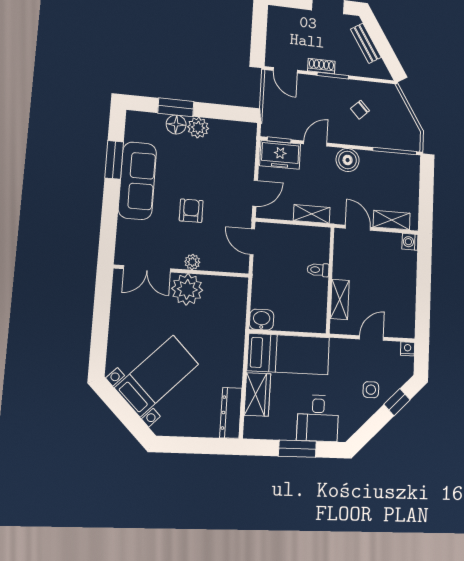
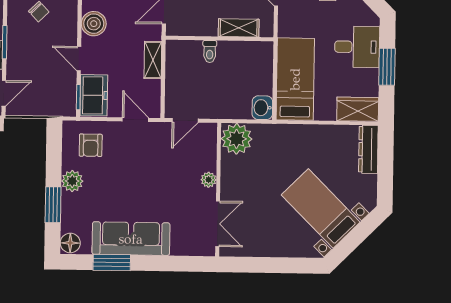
floor lamp: (176, 124) -> (70, 243), moved
armchair: (191, 211) -> (91, 145), moved, turned -90
plant: (187, 289) -> (237, 139), moved
wardrobe: (257, 394) -> (358, 109), moved
dresser: (231, 413) -> (368, 149), moved, turned 90

